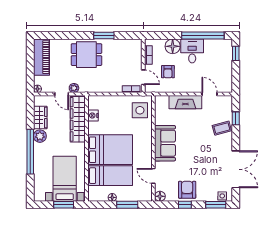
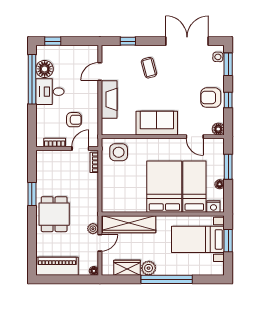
floor lamp: (173, 46) -> (45, 69), moved
nightstand: (93, 116) -> (213, 206), moved
coffee table: (222, 128) -> (149, 68), moved
door: (153, 176) -> (195, 137), hinge flipped

